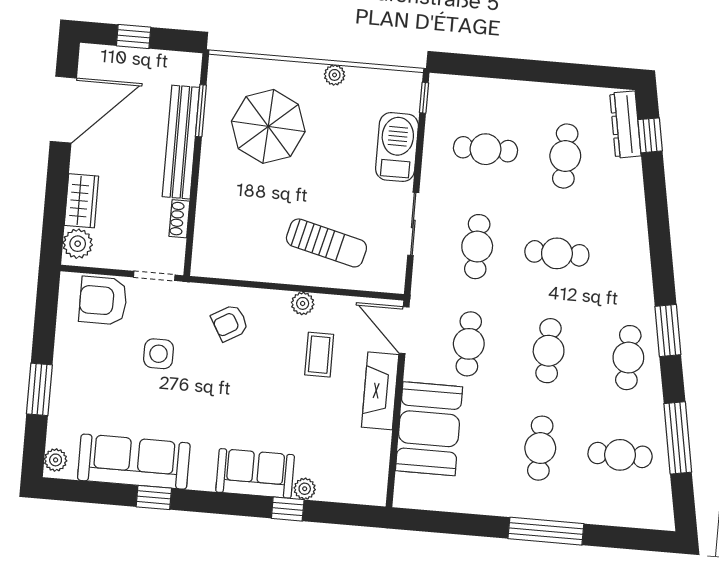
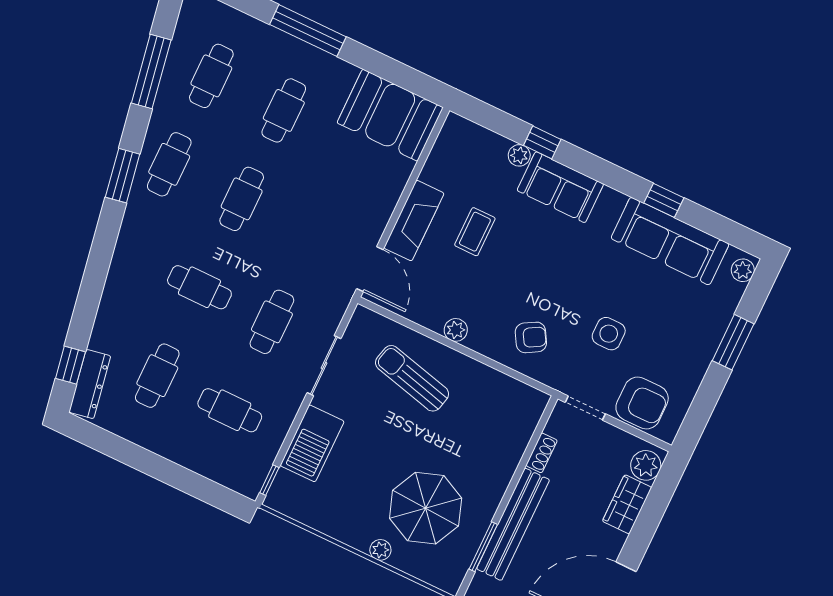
plant: (335, 75) -> (380, 550), moved
cafe table: (469, 344) -> (314, 233), removed
coffee table: (319, 355) -> (475, 232), moved
booth: (429, 429) -> (390, 115), moved, turned 90
cafe table: (620, 455) -> (211, 76), turned 90

